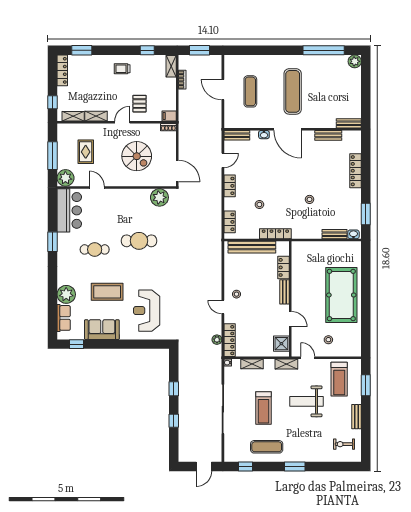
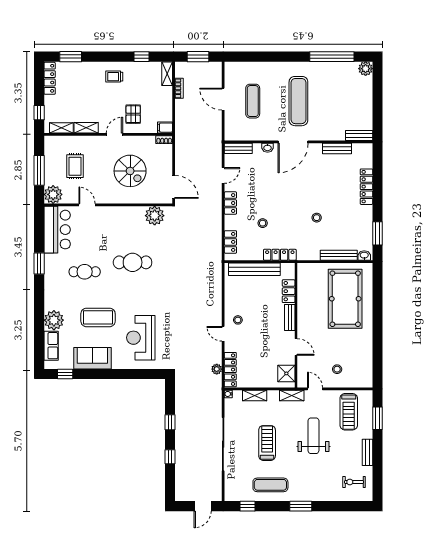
door: (288, 129) -> (293, 142), hinge flipped
bench: (334, 234) -> (339, 255), width x1.36
pool table: (341, 295) -> (345, 299), moved
weight bench: (307, 401) -> (313, 436), turned 90
treadmill: (264, 408) -> (267, 443), turned 180

